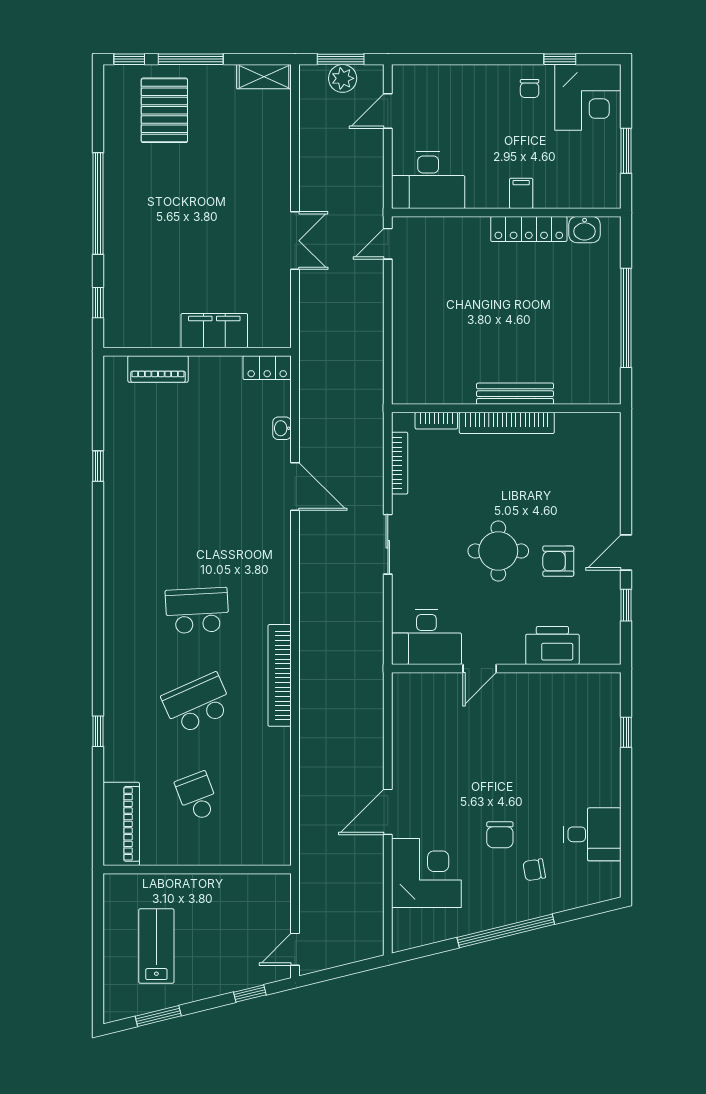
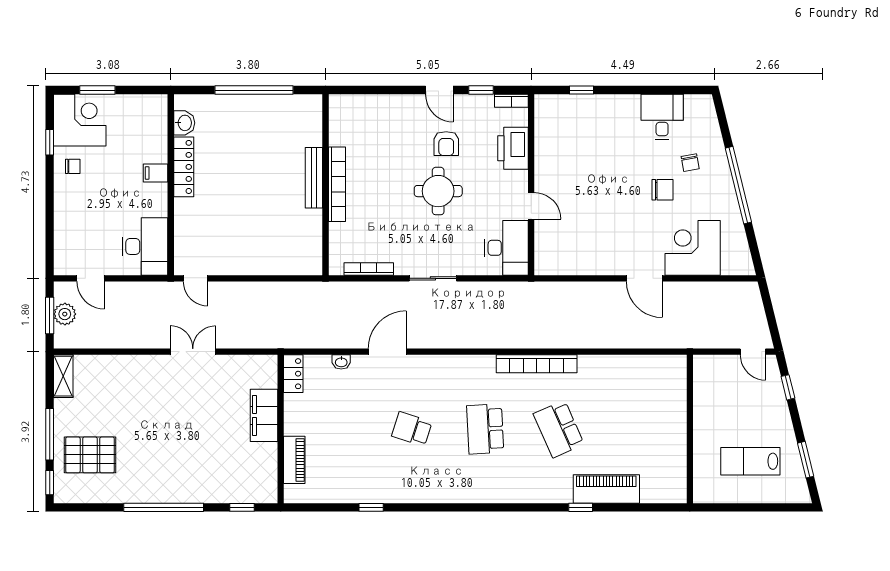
window: (626, 151) -> (97, 90), moved
bookcase: (436, 421) -> (511, 101), moved, turned 90
school desk: (197, 796) -> (412, 429), moved, turned 39
piano: (121, 824) -> (606, 489), moved

